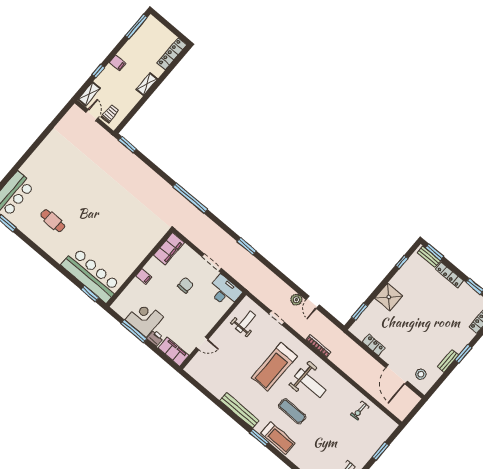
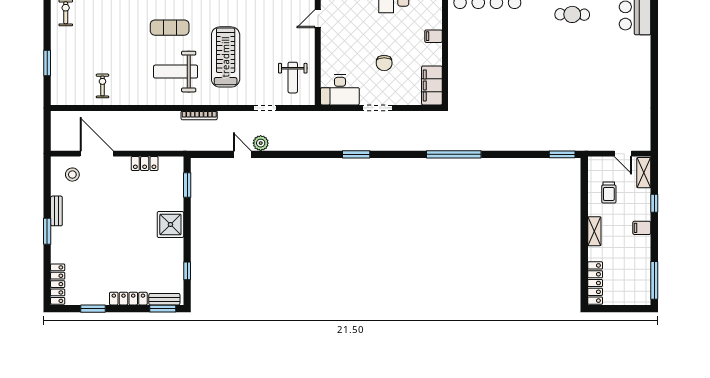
trolley: (110, 114) -> (609, 192), moved

